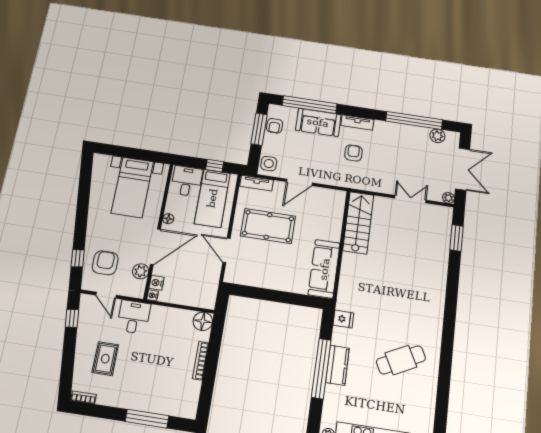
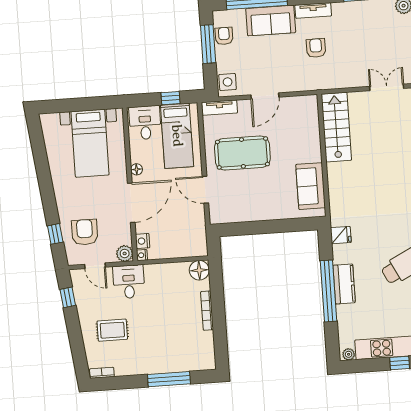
armchair: (275, 126) -> (224, 36), turned 180
sofa: (324, 269) -> (311, 186), width x0.73
plant: (141, 271) -> (125, 253), moved
rug: (105, 359) -> (112, 330), turned 90

